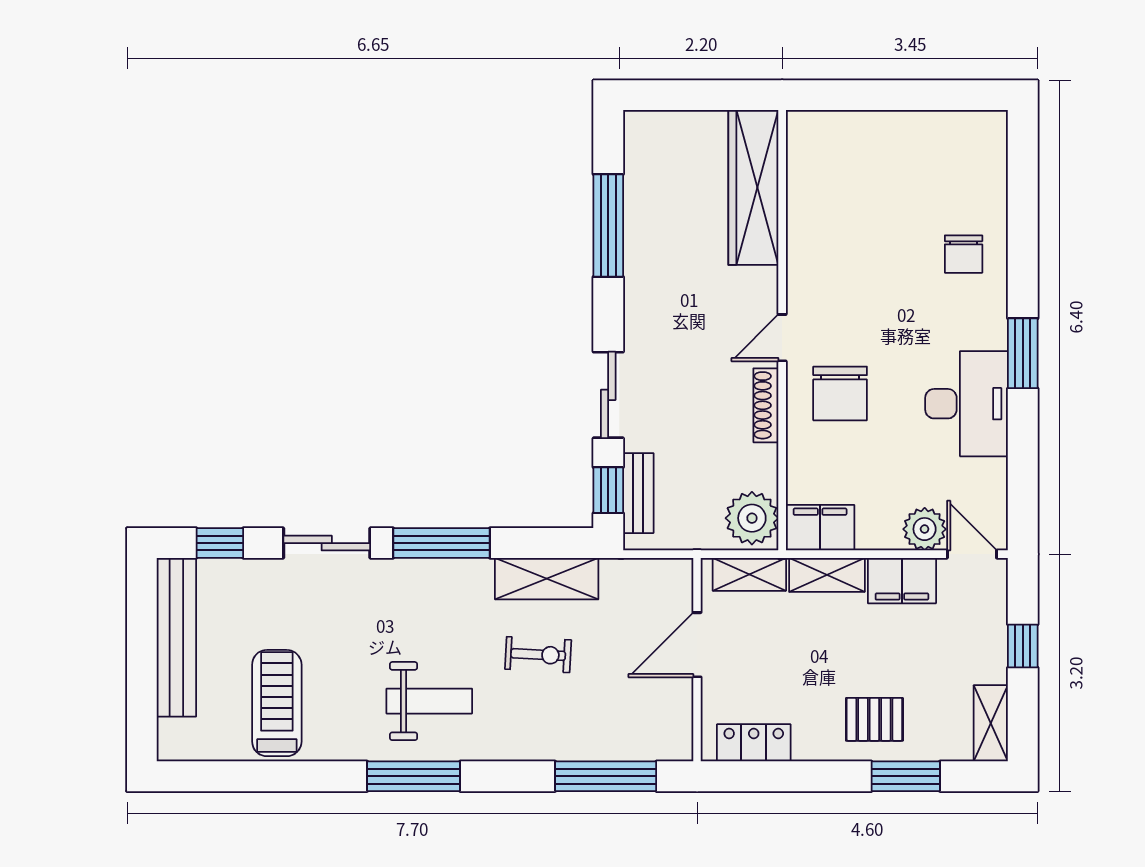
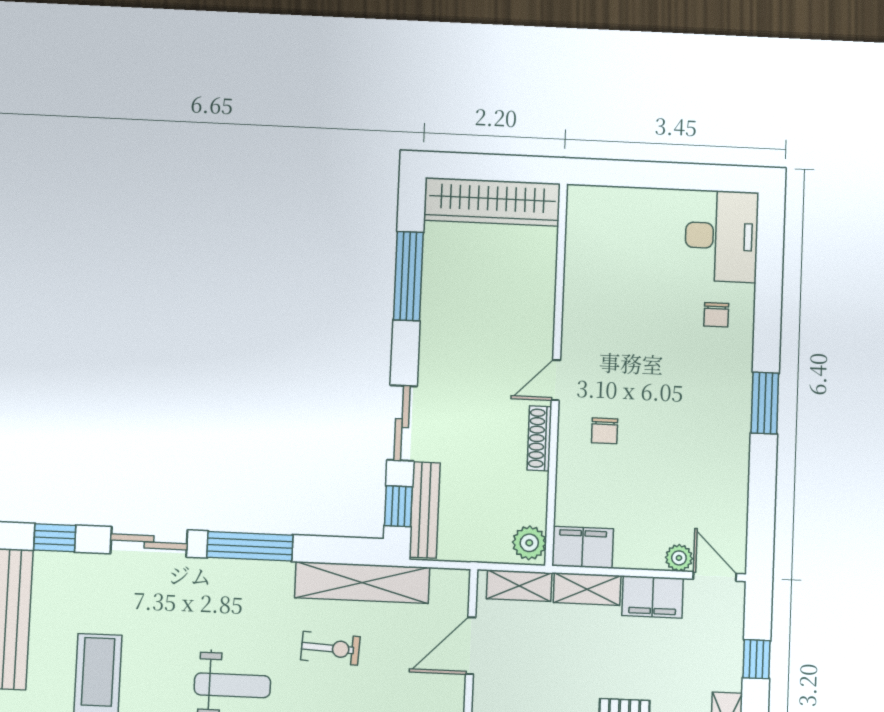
wardrobe: (753, 187) -> (492, 202), moved, turned -90
chair: (964, 254) -> (716, 315), width x0.73, depth x0.73
chair: (840, 393) -> (605, 431), width x0.54, depth x0.54
desk: (967, 404) -> (722, 236), moved
bench: (638, 493) -> (425, 510), width x1.36
plant: (752, 518) -> (529, 543), width x0.73, depth x0.73
plant: (925, 529) -> (679, 558), width x0.73, depth x0.73
shelving: (547, 579) -> (362, 582), width x1.47

